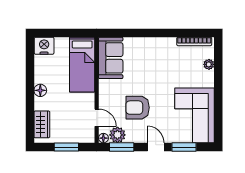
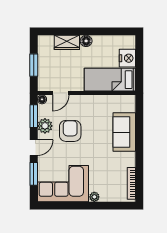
nightstand: (44, 46) -> (127, 58), moved
sofa: (111, 58) -> (124, 132), moved, turned 90
plant: (209, 64) -> (94, 197), moved
wardrobe: (42, 124) -> (67, 42), moved
plant: (117, 135) -> (45, 126), moved

